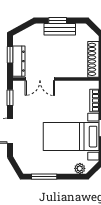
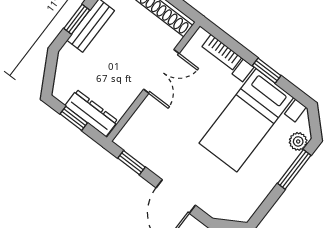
double door: (40, 79) -> (161, 71), moved
window: (44, 177) -> (294, 169), moved

